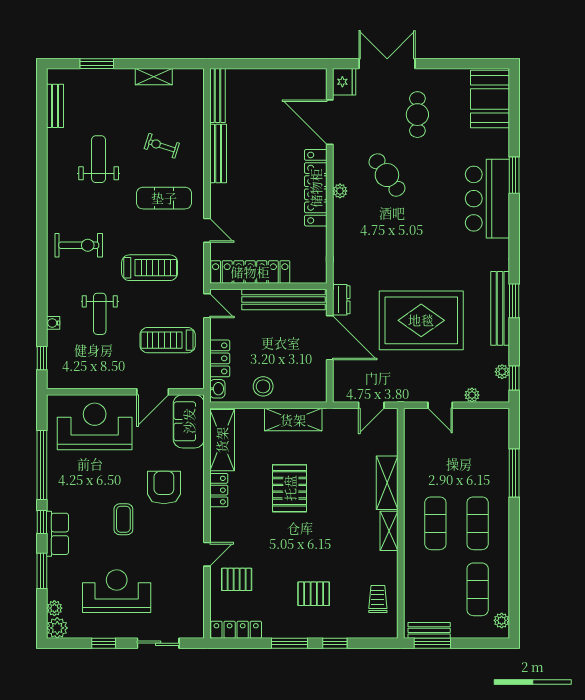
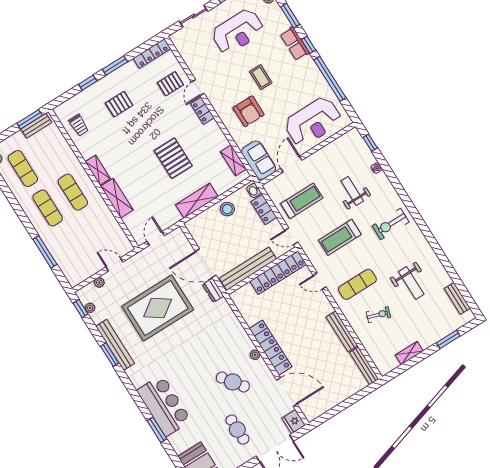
shelving: (222, 440) -> (233, 160), width x0.67, depth x0.75
locker: (219, 490) -> (202, 111), moved

